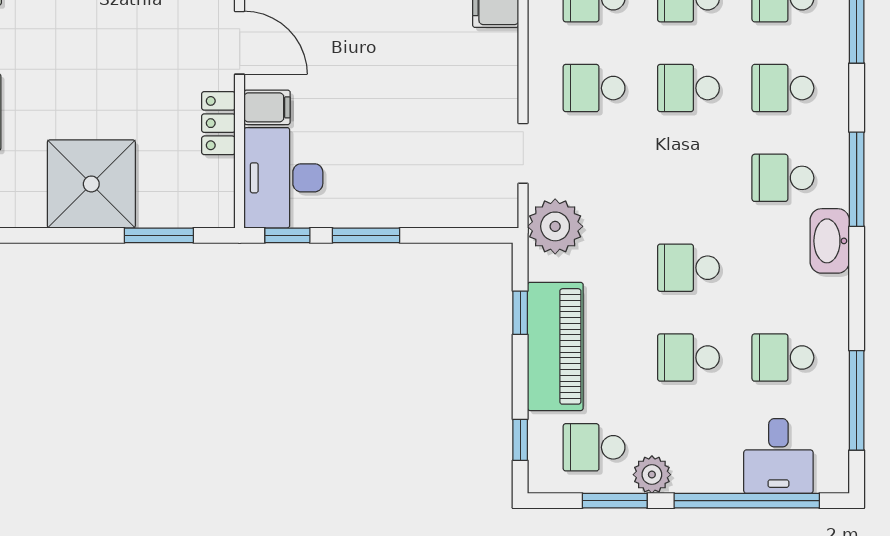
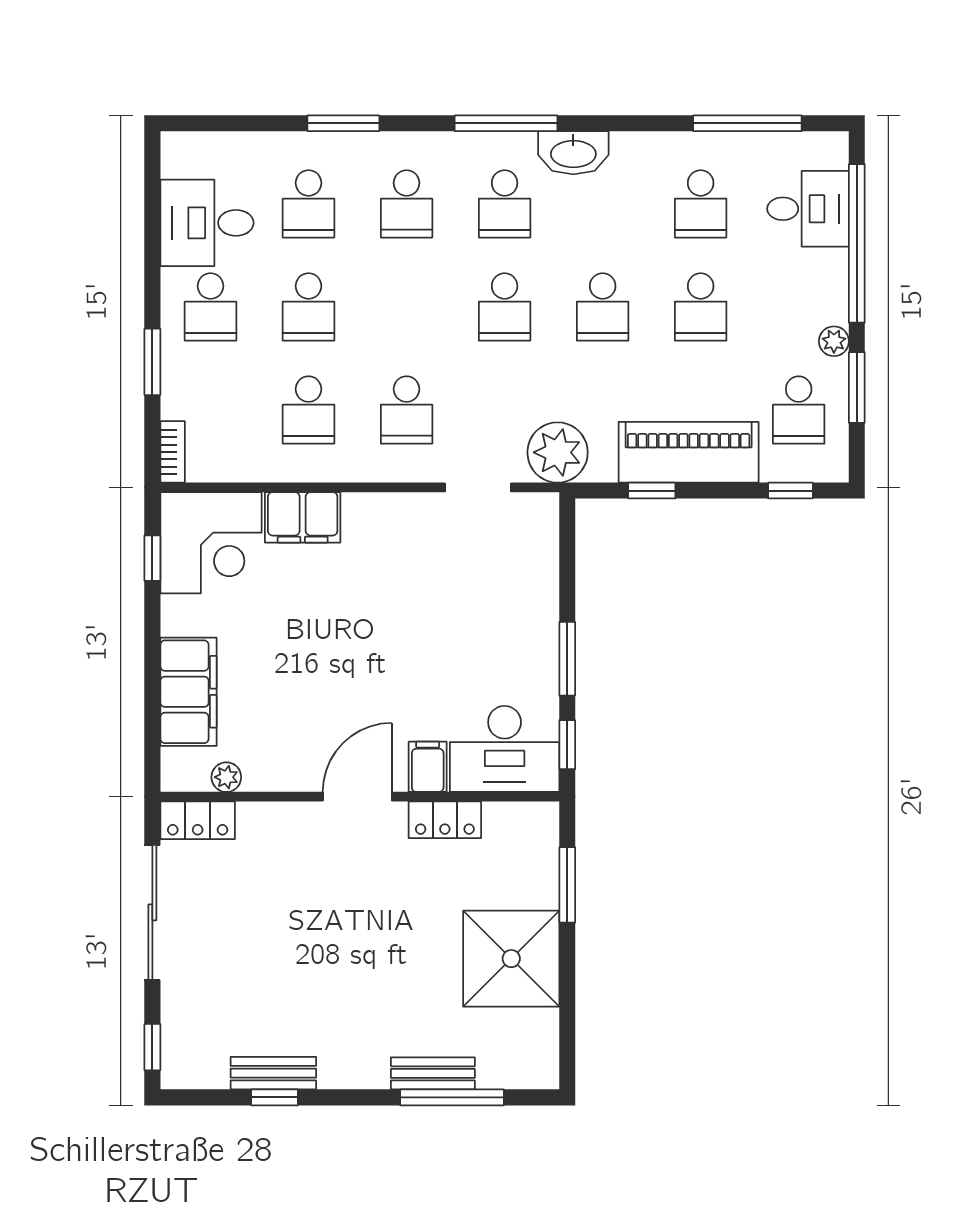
school desk: (688, 88) -> (505, 307), moved
plant: (652, 475) -> (834, 341), width x0.73, depth x0.73

